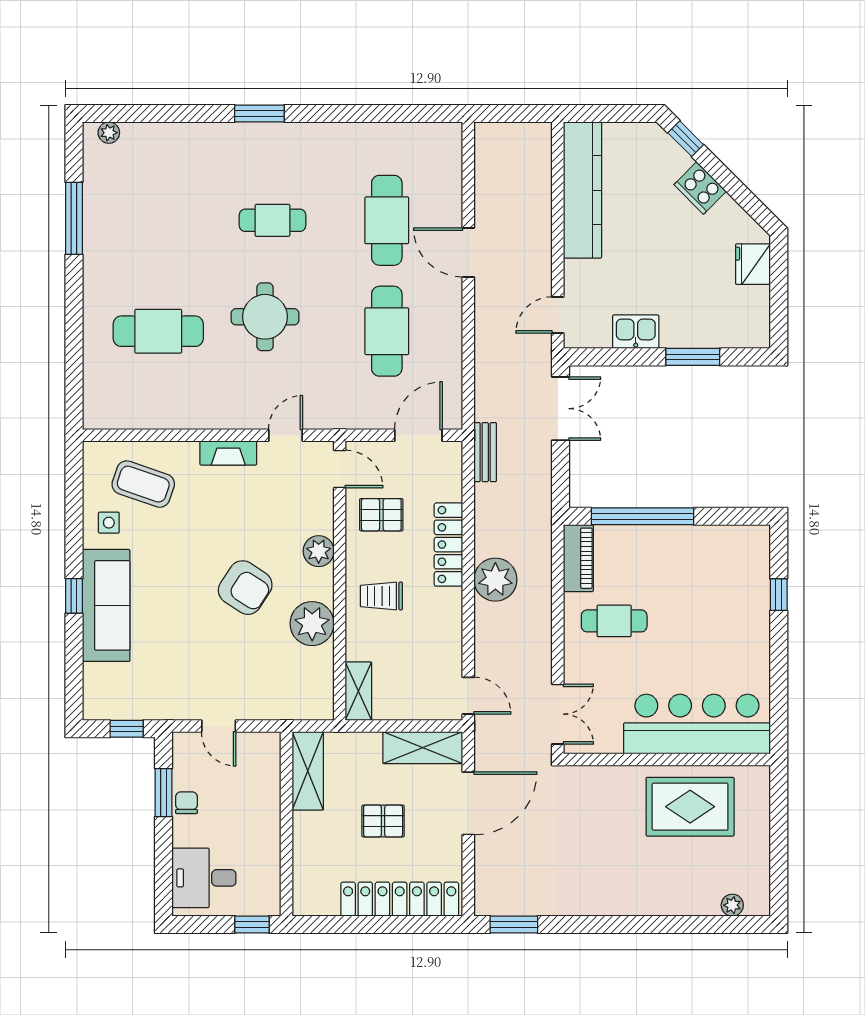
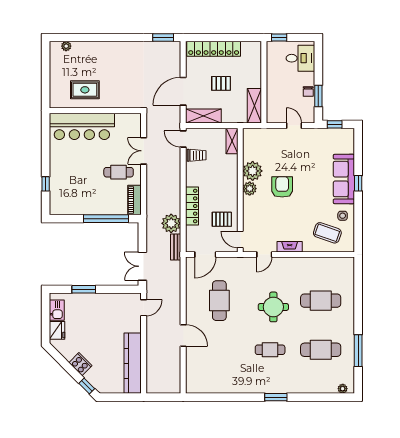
cafe table: (387, 220) -> (321, 350), moved, turned 90
kitchen sink: (636, 332) -> (57, 310), moved, turned -90
plant: (319, 551) -> (250, 189), moved
plant: (495, 580) -> (171, 223), moved
armchair: (245, 588) -> (282, 187), turned 57
trolley: (381, 596) -> (197, 155), moved
double door: (558, 714) -> (144, 151), moved
rug: (690, 807) -> (85, 90), width x0.73, depth x0.70

